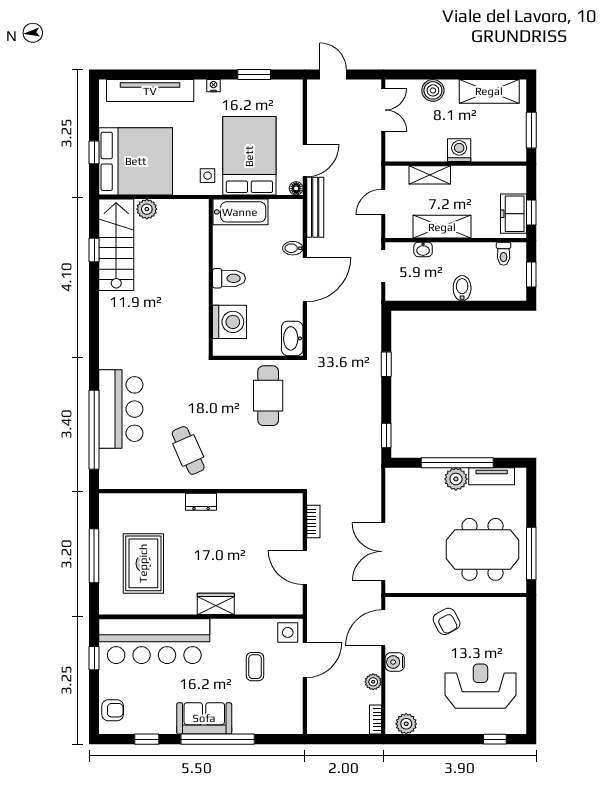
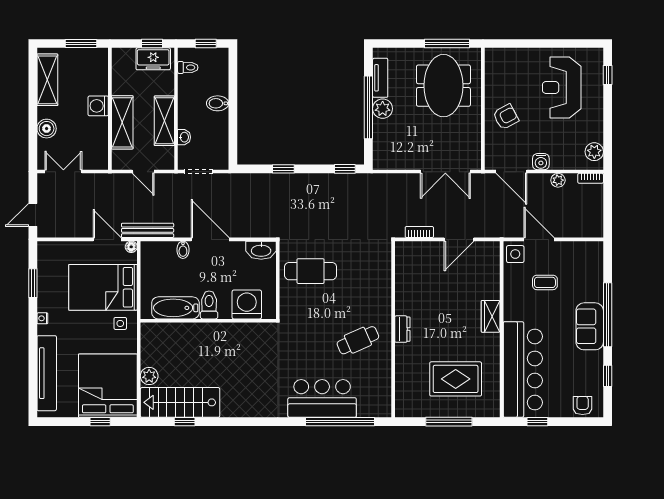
shelving: (430, 175) -> (122, 122), width x1.50, depth x1.33
bathtub: (240, 212) -> (175, 308), moved, turned -90

